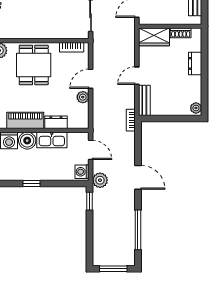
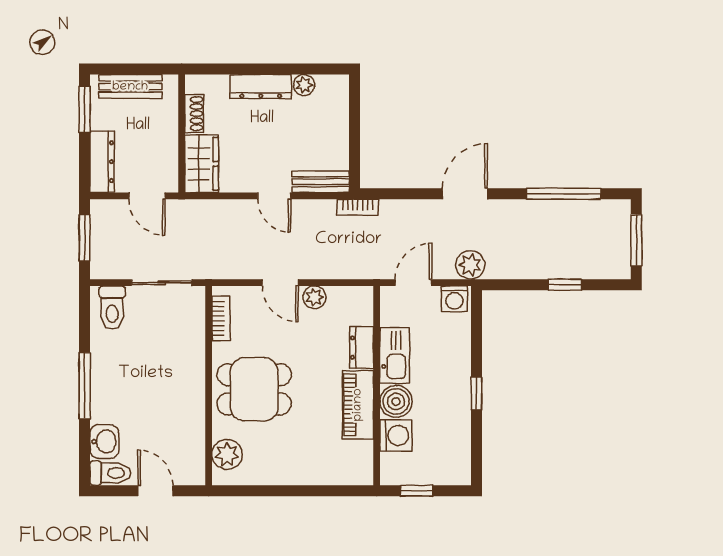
dresser: (195, 63) -> (261, 87), width x1.44
plant: (196, 108) -> (304, 85), moved
window: (89, 201) -> (565, 285), moved

